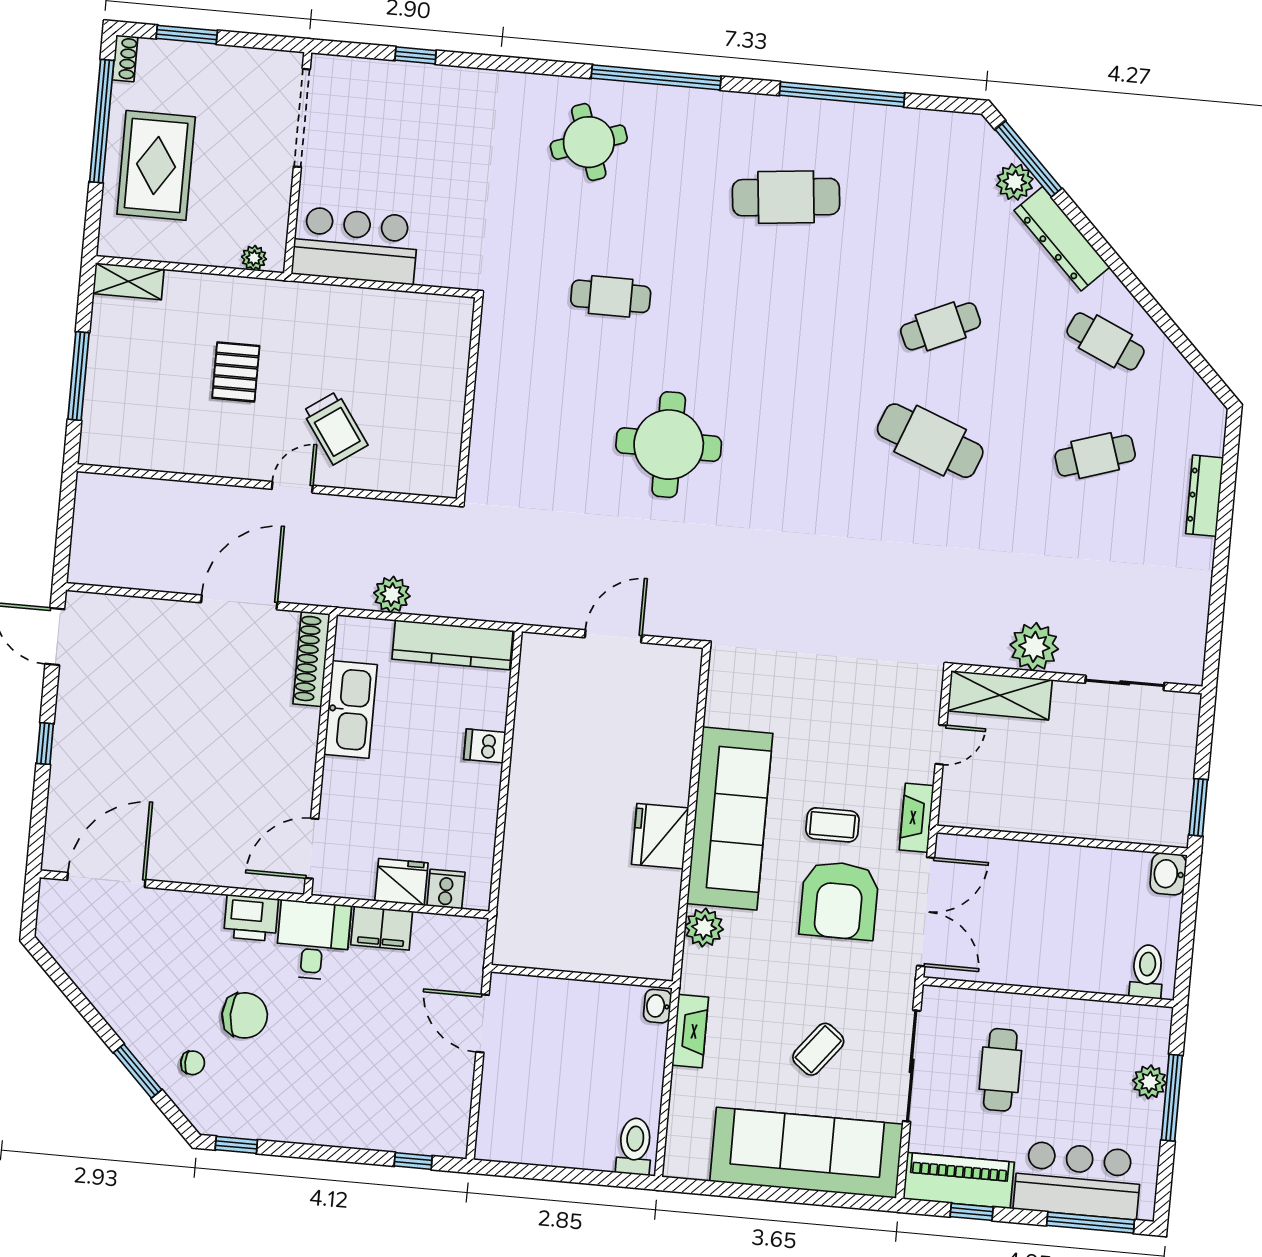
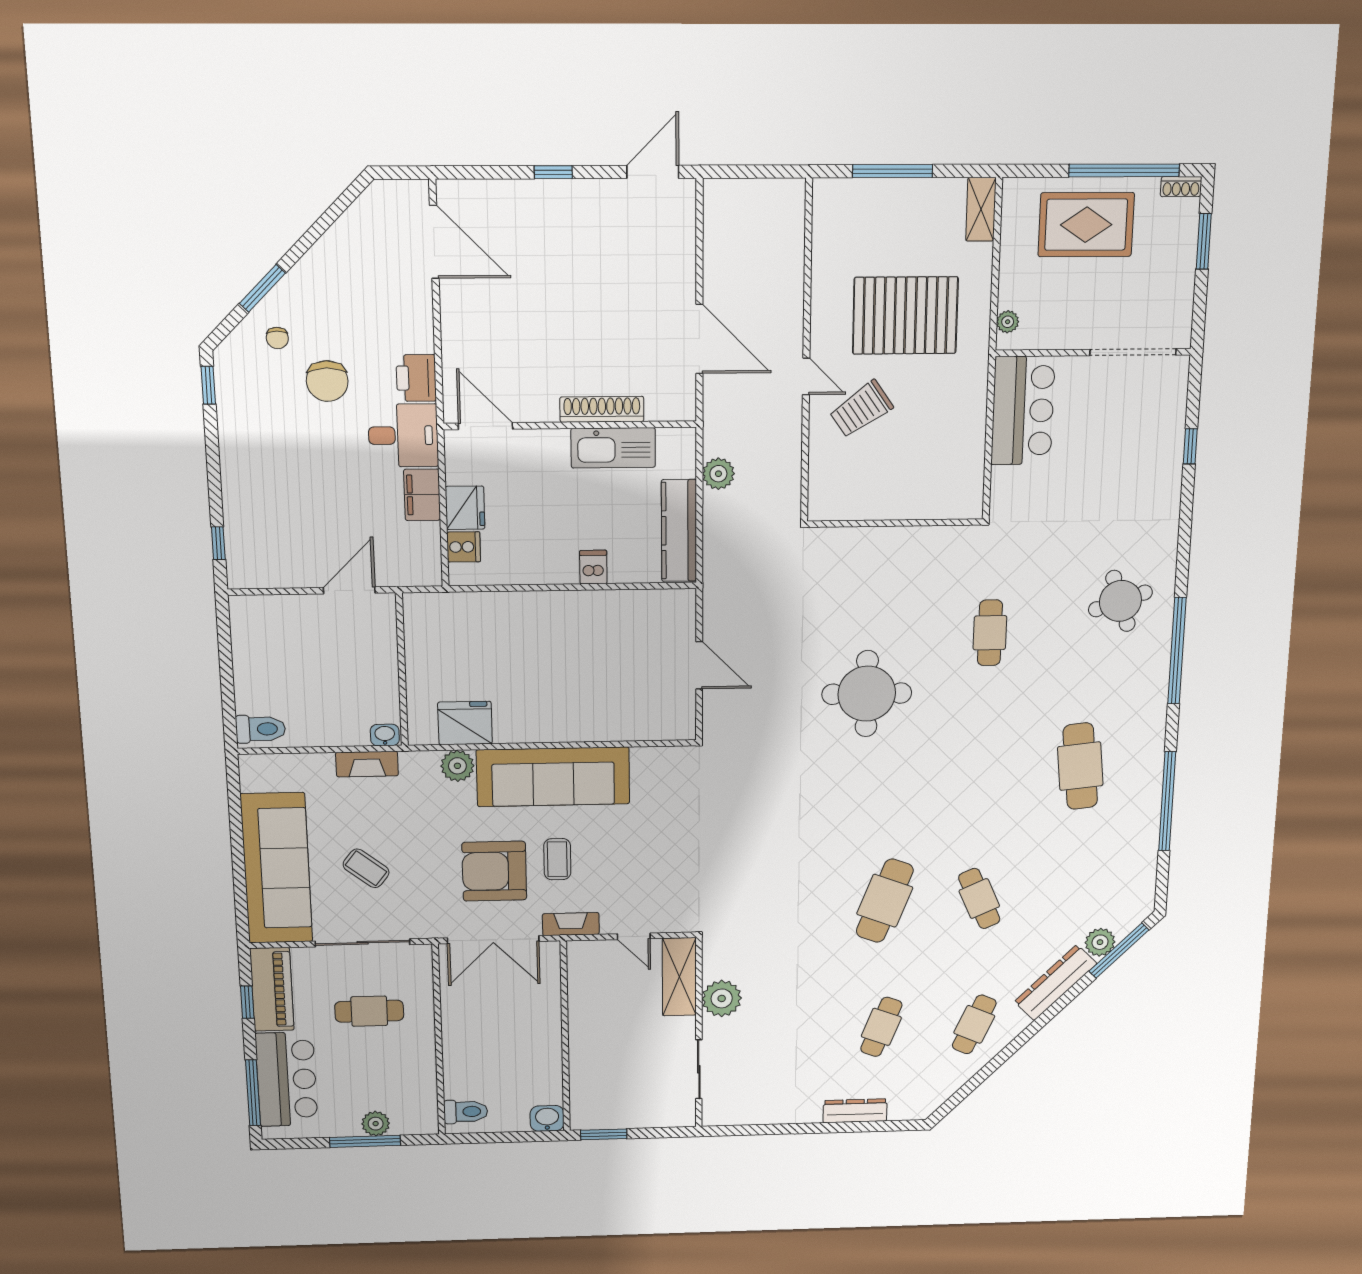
pallet: (236, 372) -> (905, 316), width x2.05, depth x2.00
cafe table: (1095, 456) -> (881, 1027), turned 39
shoe rack: (311, 659) -> (602, 409), moved
fridge: (660, 836) -> (465, 723), moved

